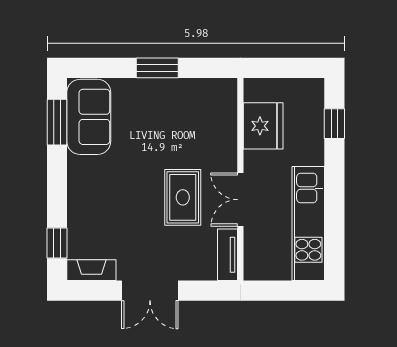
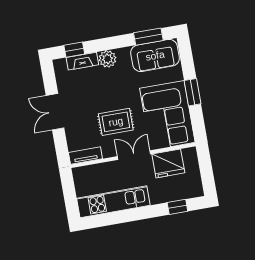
corner sofa: (187, 114) -> (167, 115), added
plant: (81, 193) -> (108, 59), added
double door: (240, 200) -> (134, 155), moved
fireplace: (91, 270) -> (82, 61), moved, turned 90

